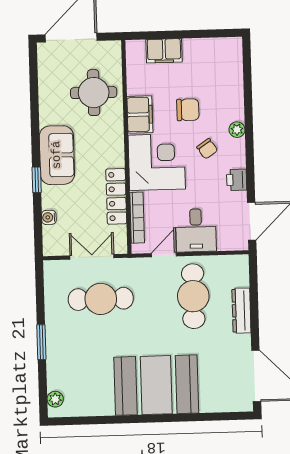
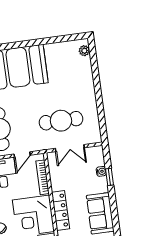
window: (37, 180) -> (110, 177), moved
locker: (116, 196) -> (61, 210), moved
window: (41, 342) -> (97, 88), removed

